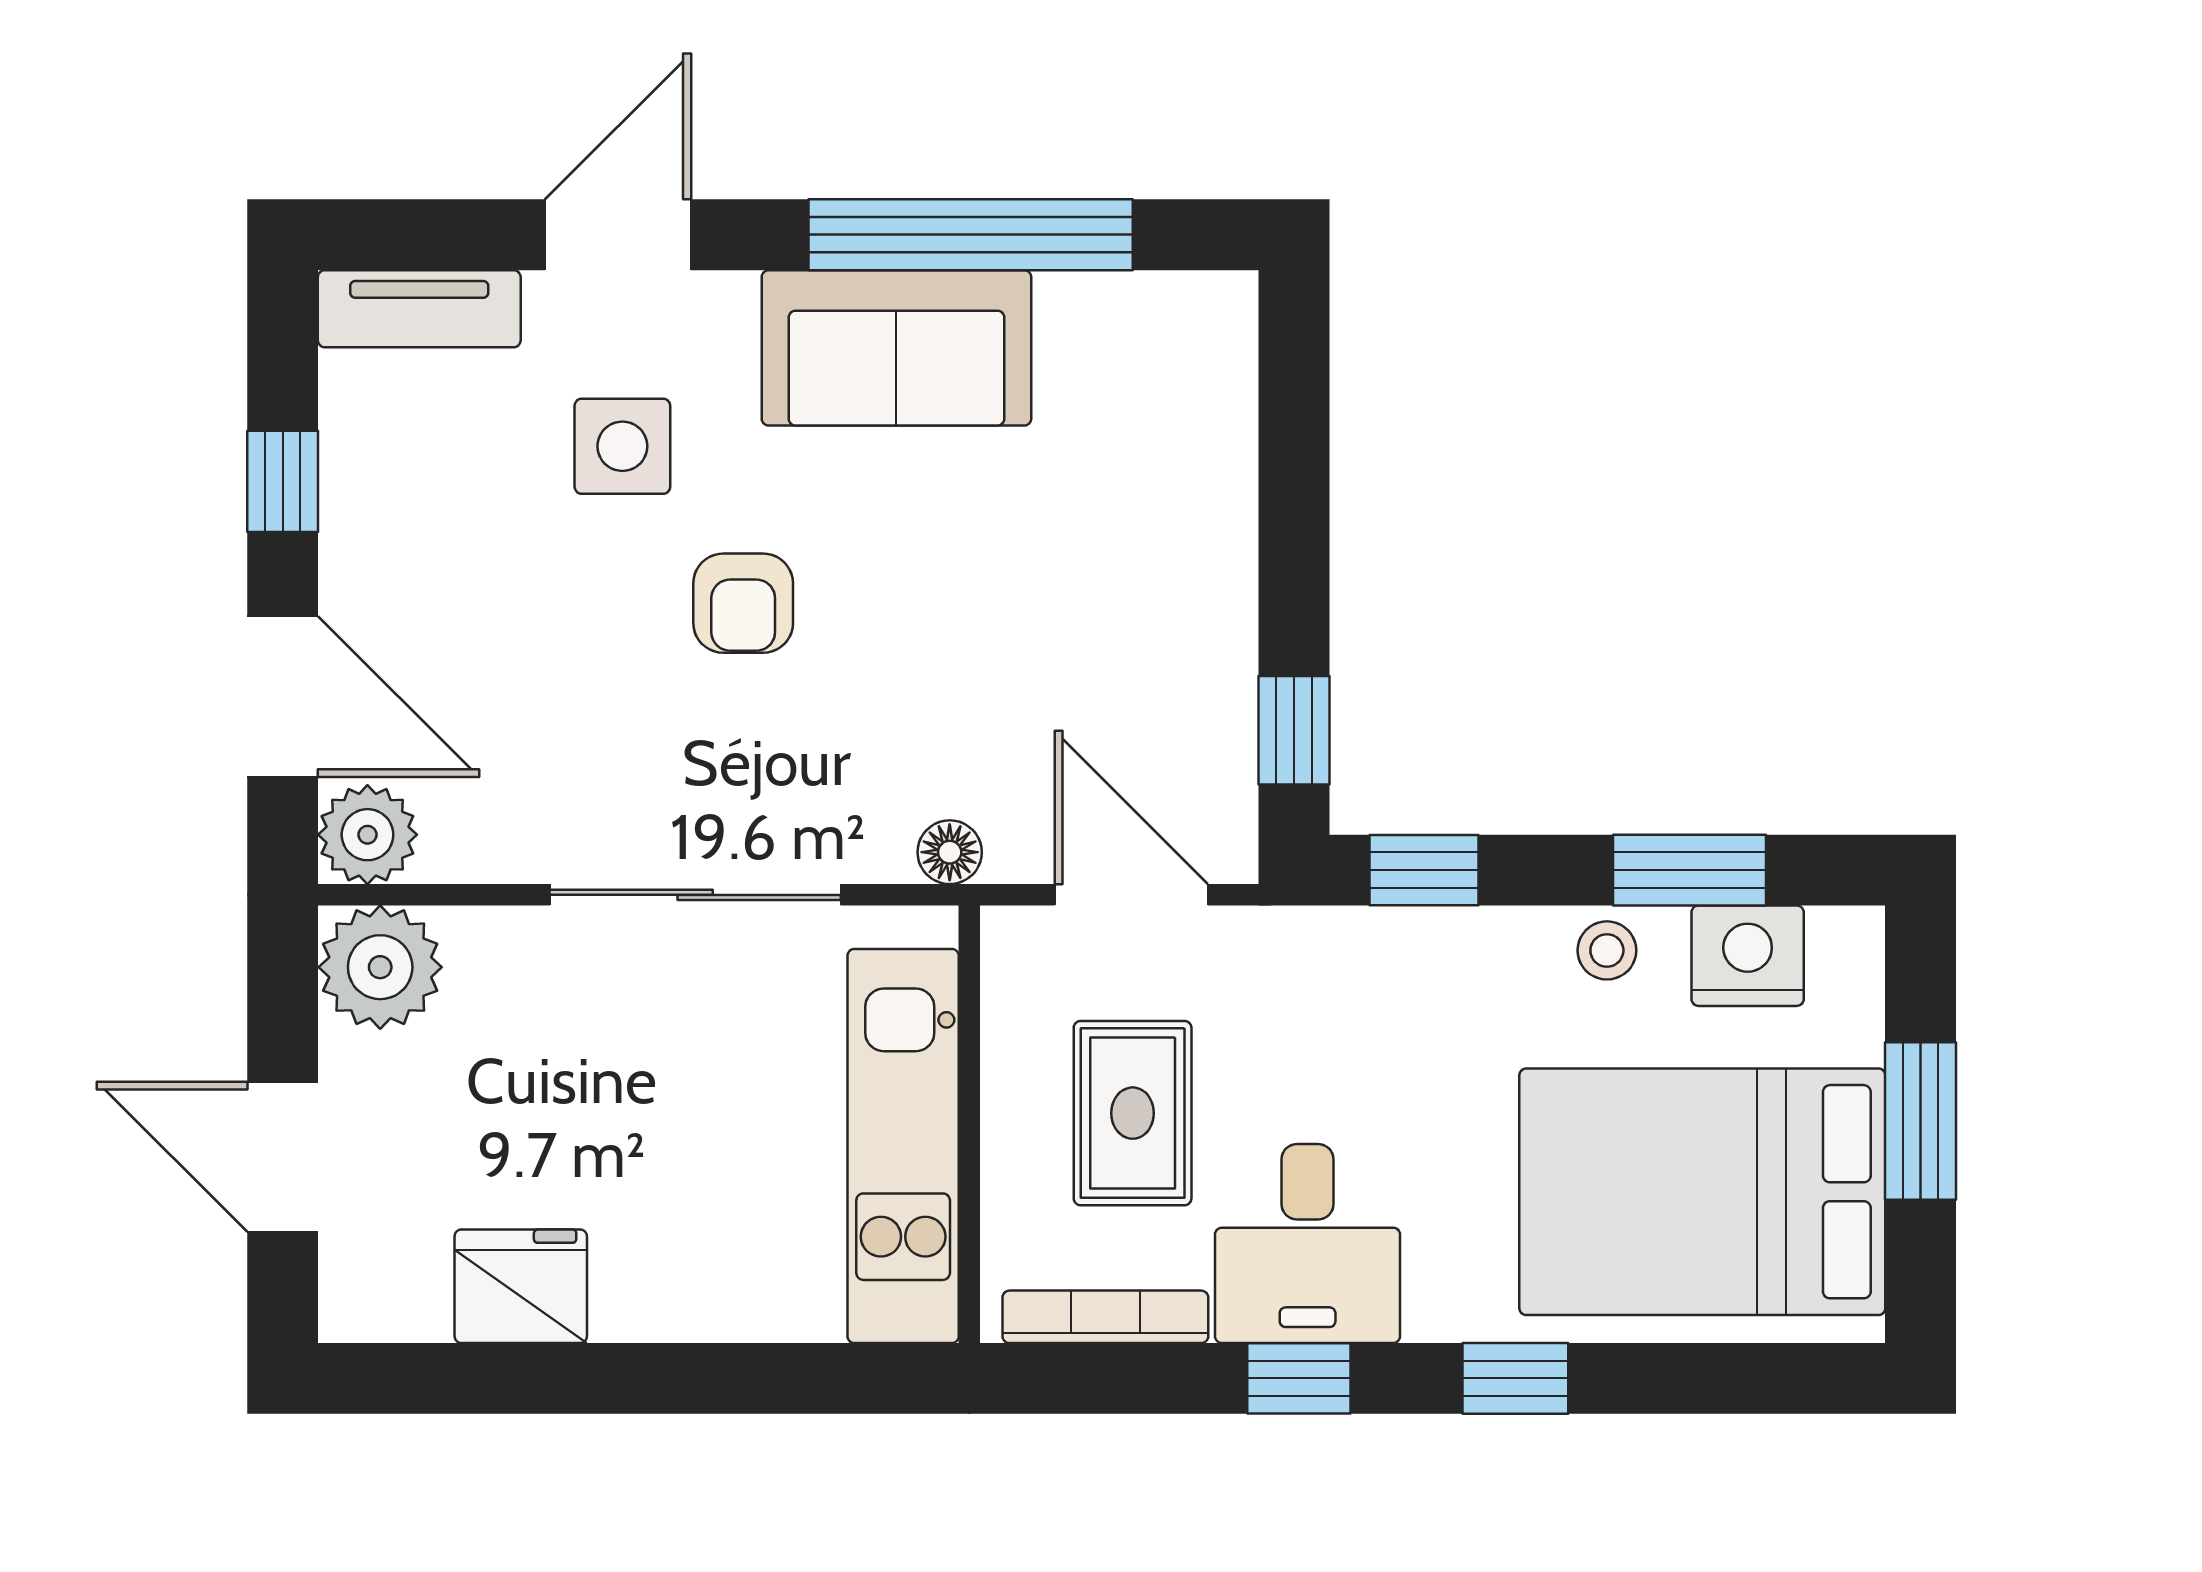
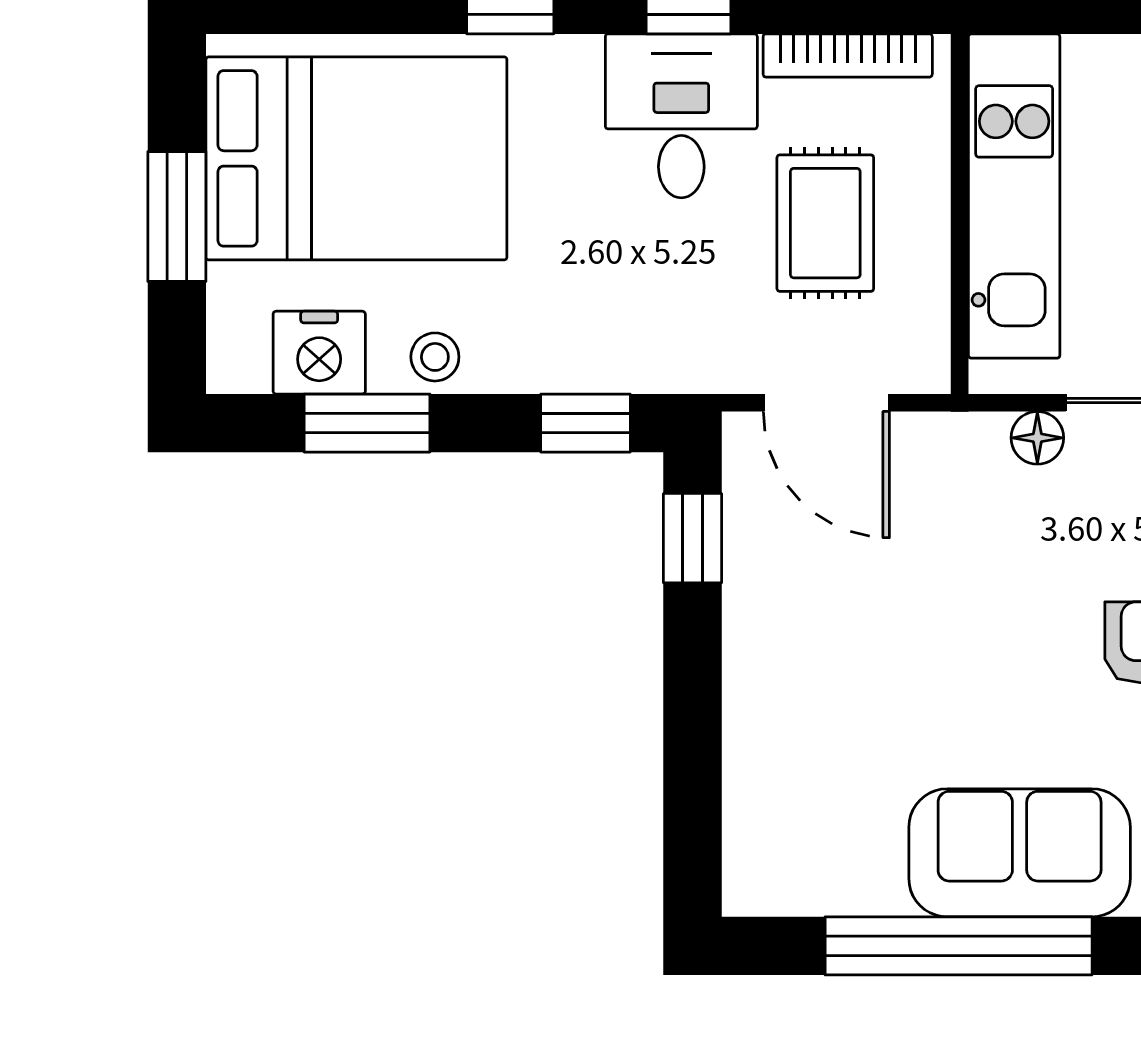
floor lamp: (950, 852) -> (1037, 438), moved

